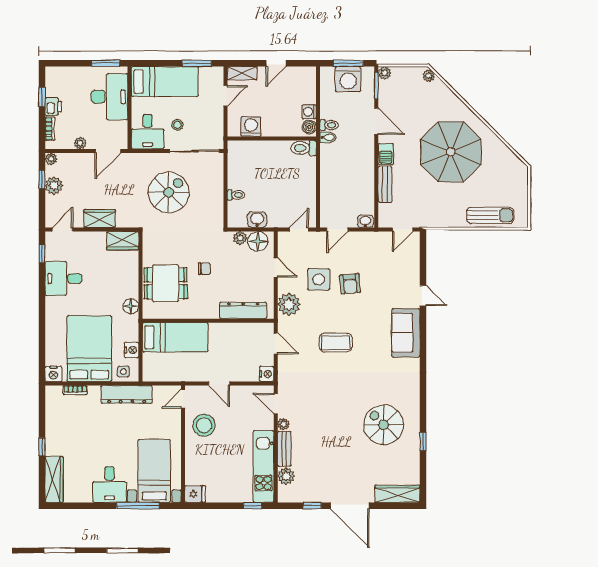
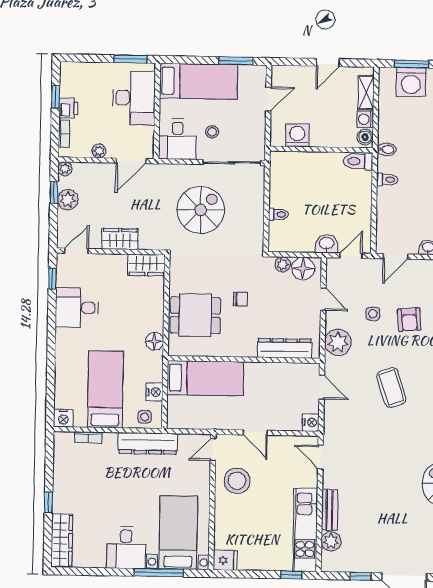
shelving: (242, 73) -> (366, 92), moved, turned 90
toilet: (329, 125) -> (387, 180), moved
washbasin: (257, 220) -> (327, 244), moved
side table: (319, 279) -> (373, 314), width x0.54, depth x0.54
coffee table: (336, 343) -> (391, 388), turned 72
bed: (89, 349) -> (105, 389), width x0.67
plant: (283, 424) -> (329, 481), removed

